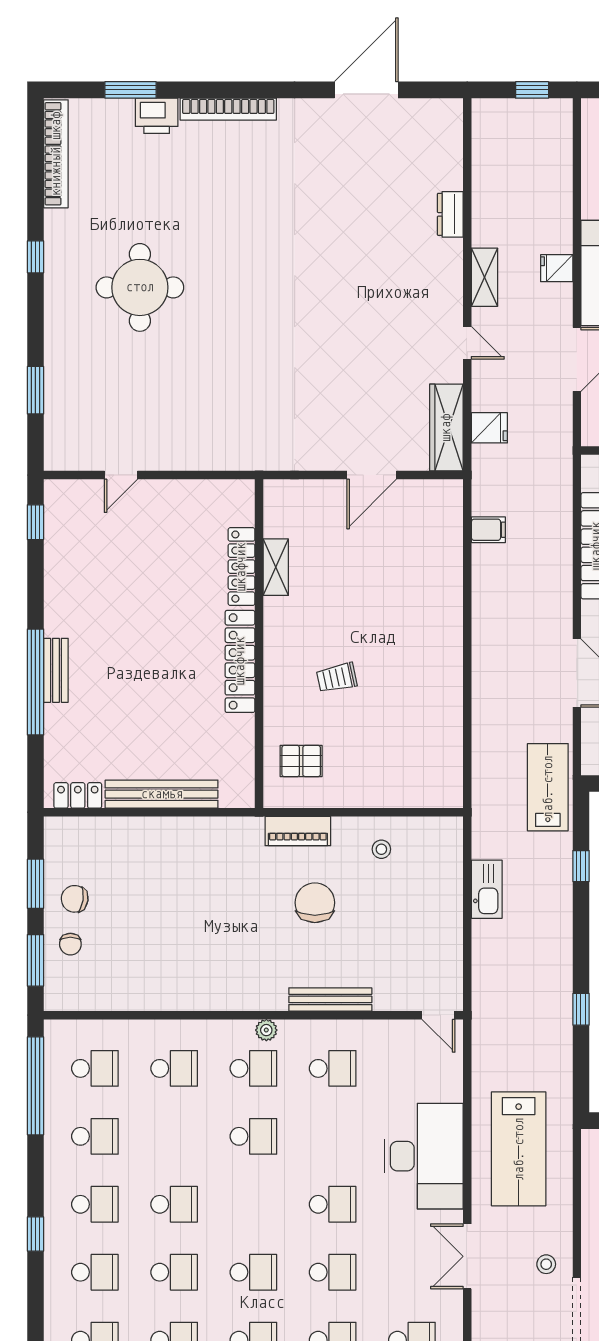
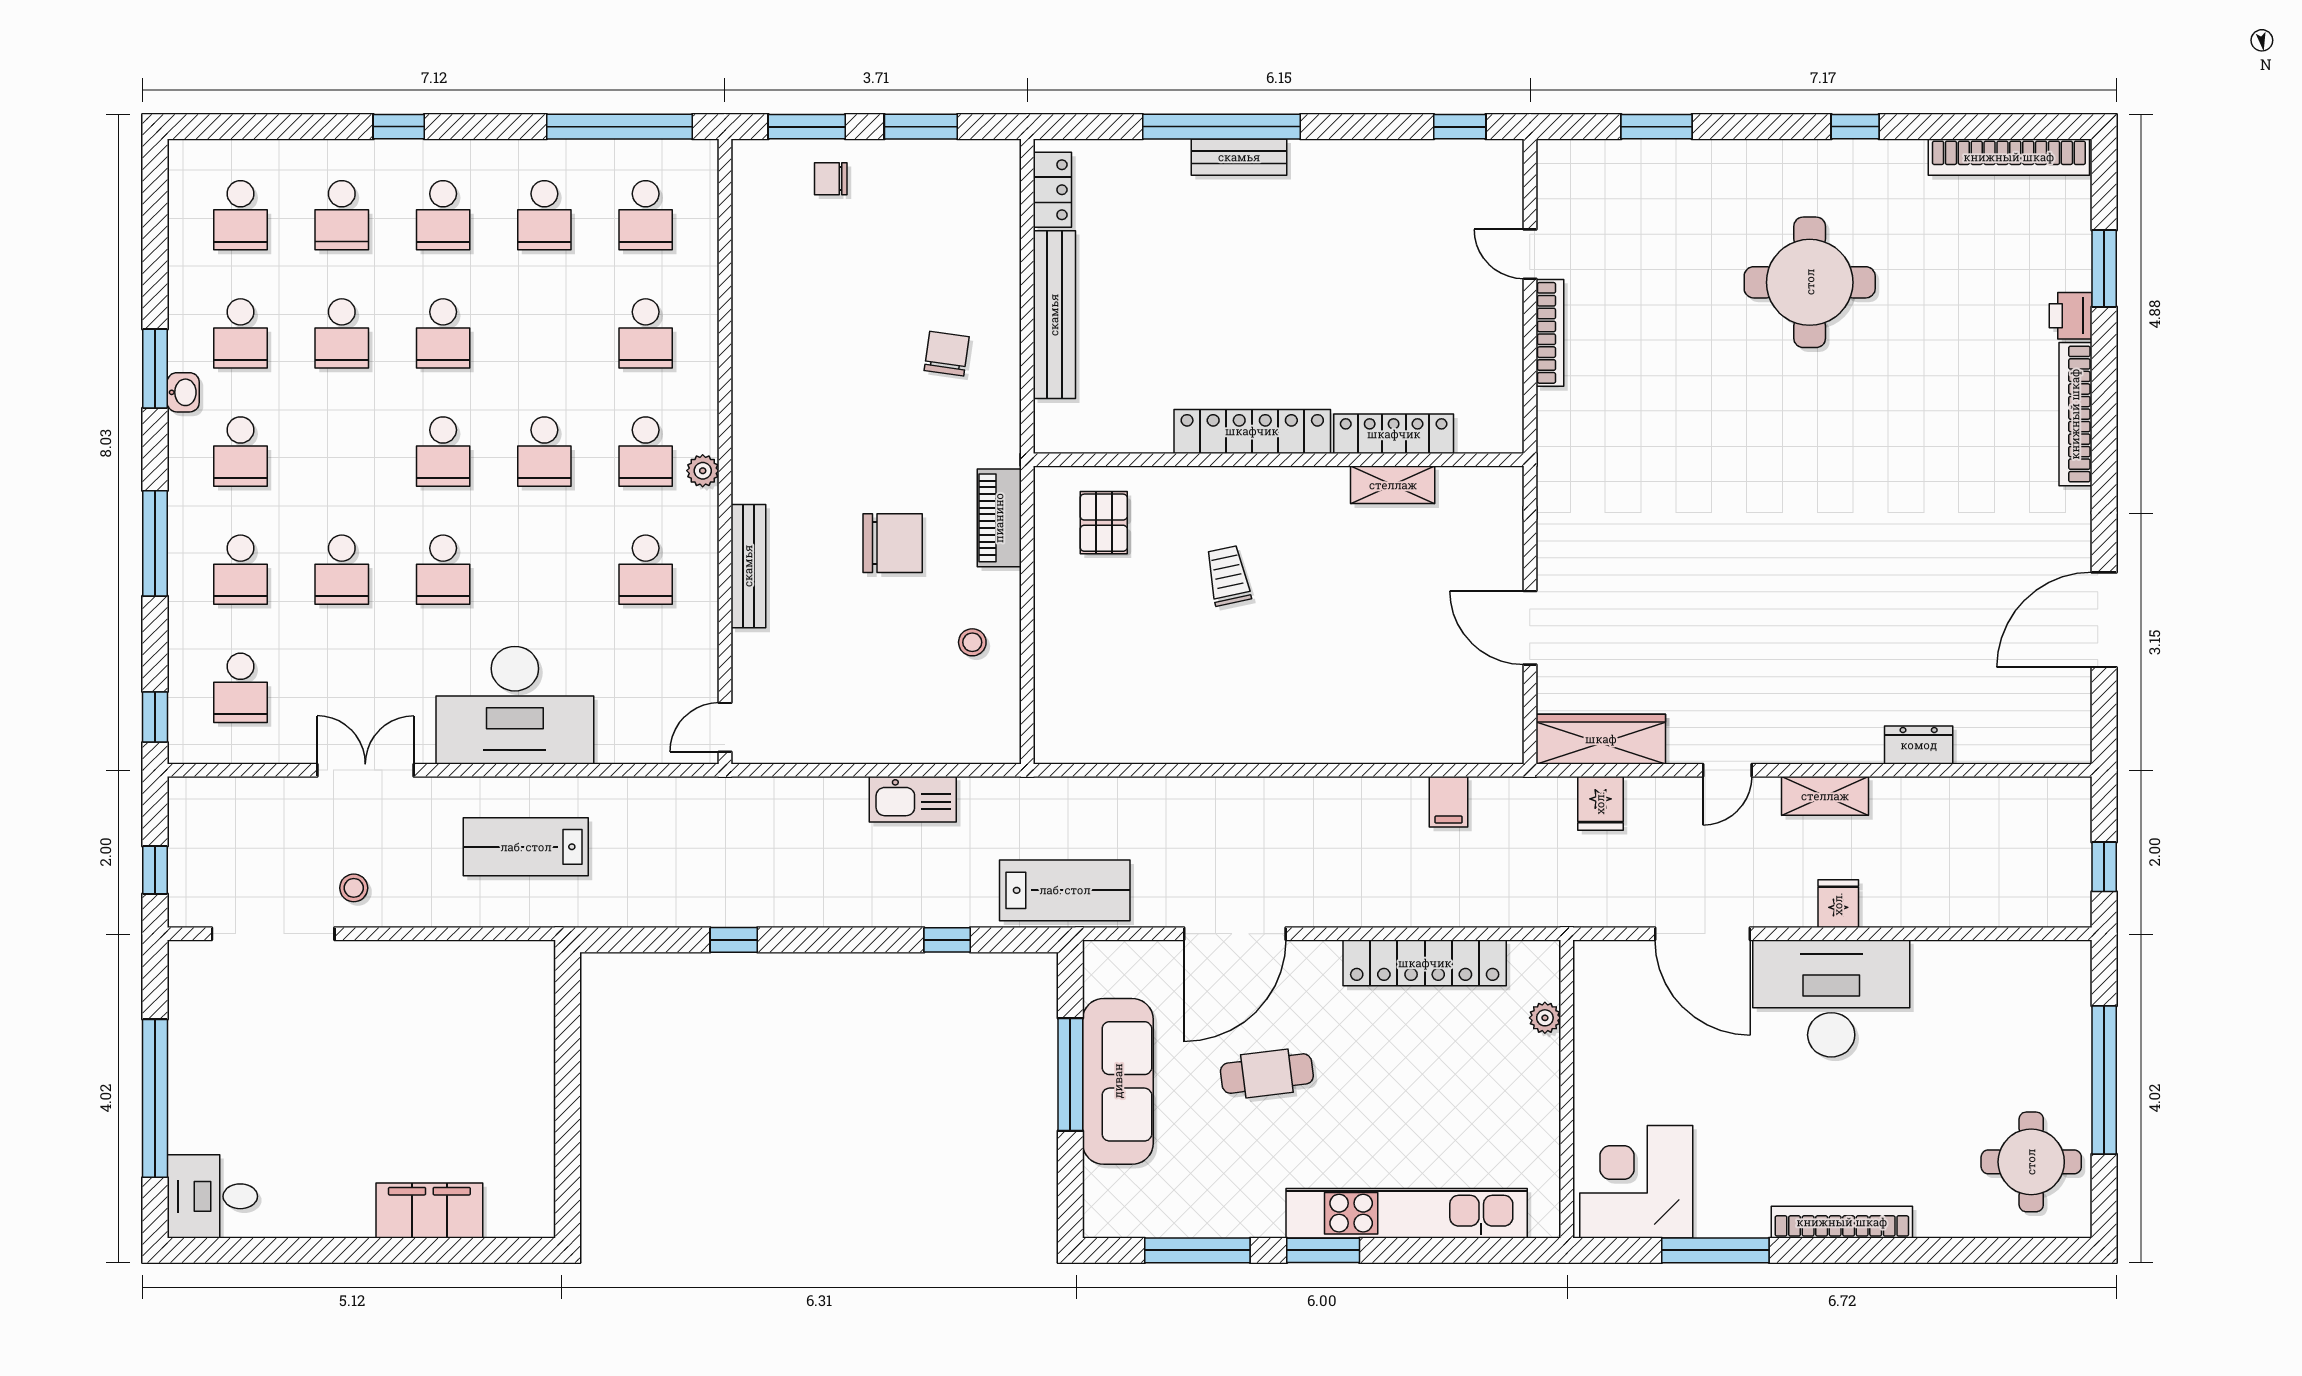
door: (366, 90) -> (2104, 620), swing flipped
printer: (157, 116) -> (2071, 316), width x0.73, depth x0.81
bookcase: (174, 462) -> (1550, 333), added
chair: (75, 899) -> (947, 354), moved
lab bench: (519, 1149) -> (526, 847), width x0.73, depth x0.72
school desk: (253, 1272) -> (443, 452), moved

